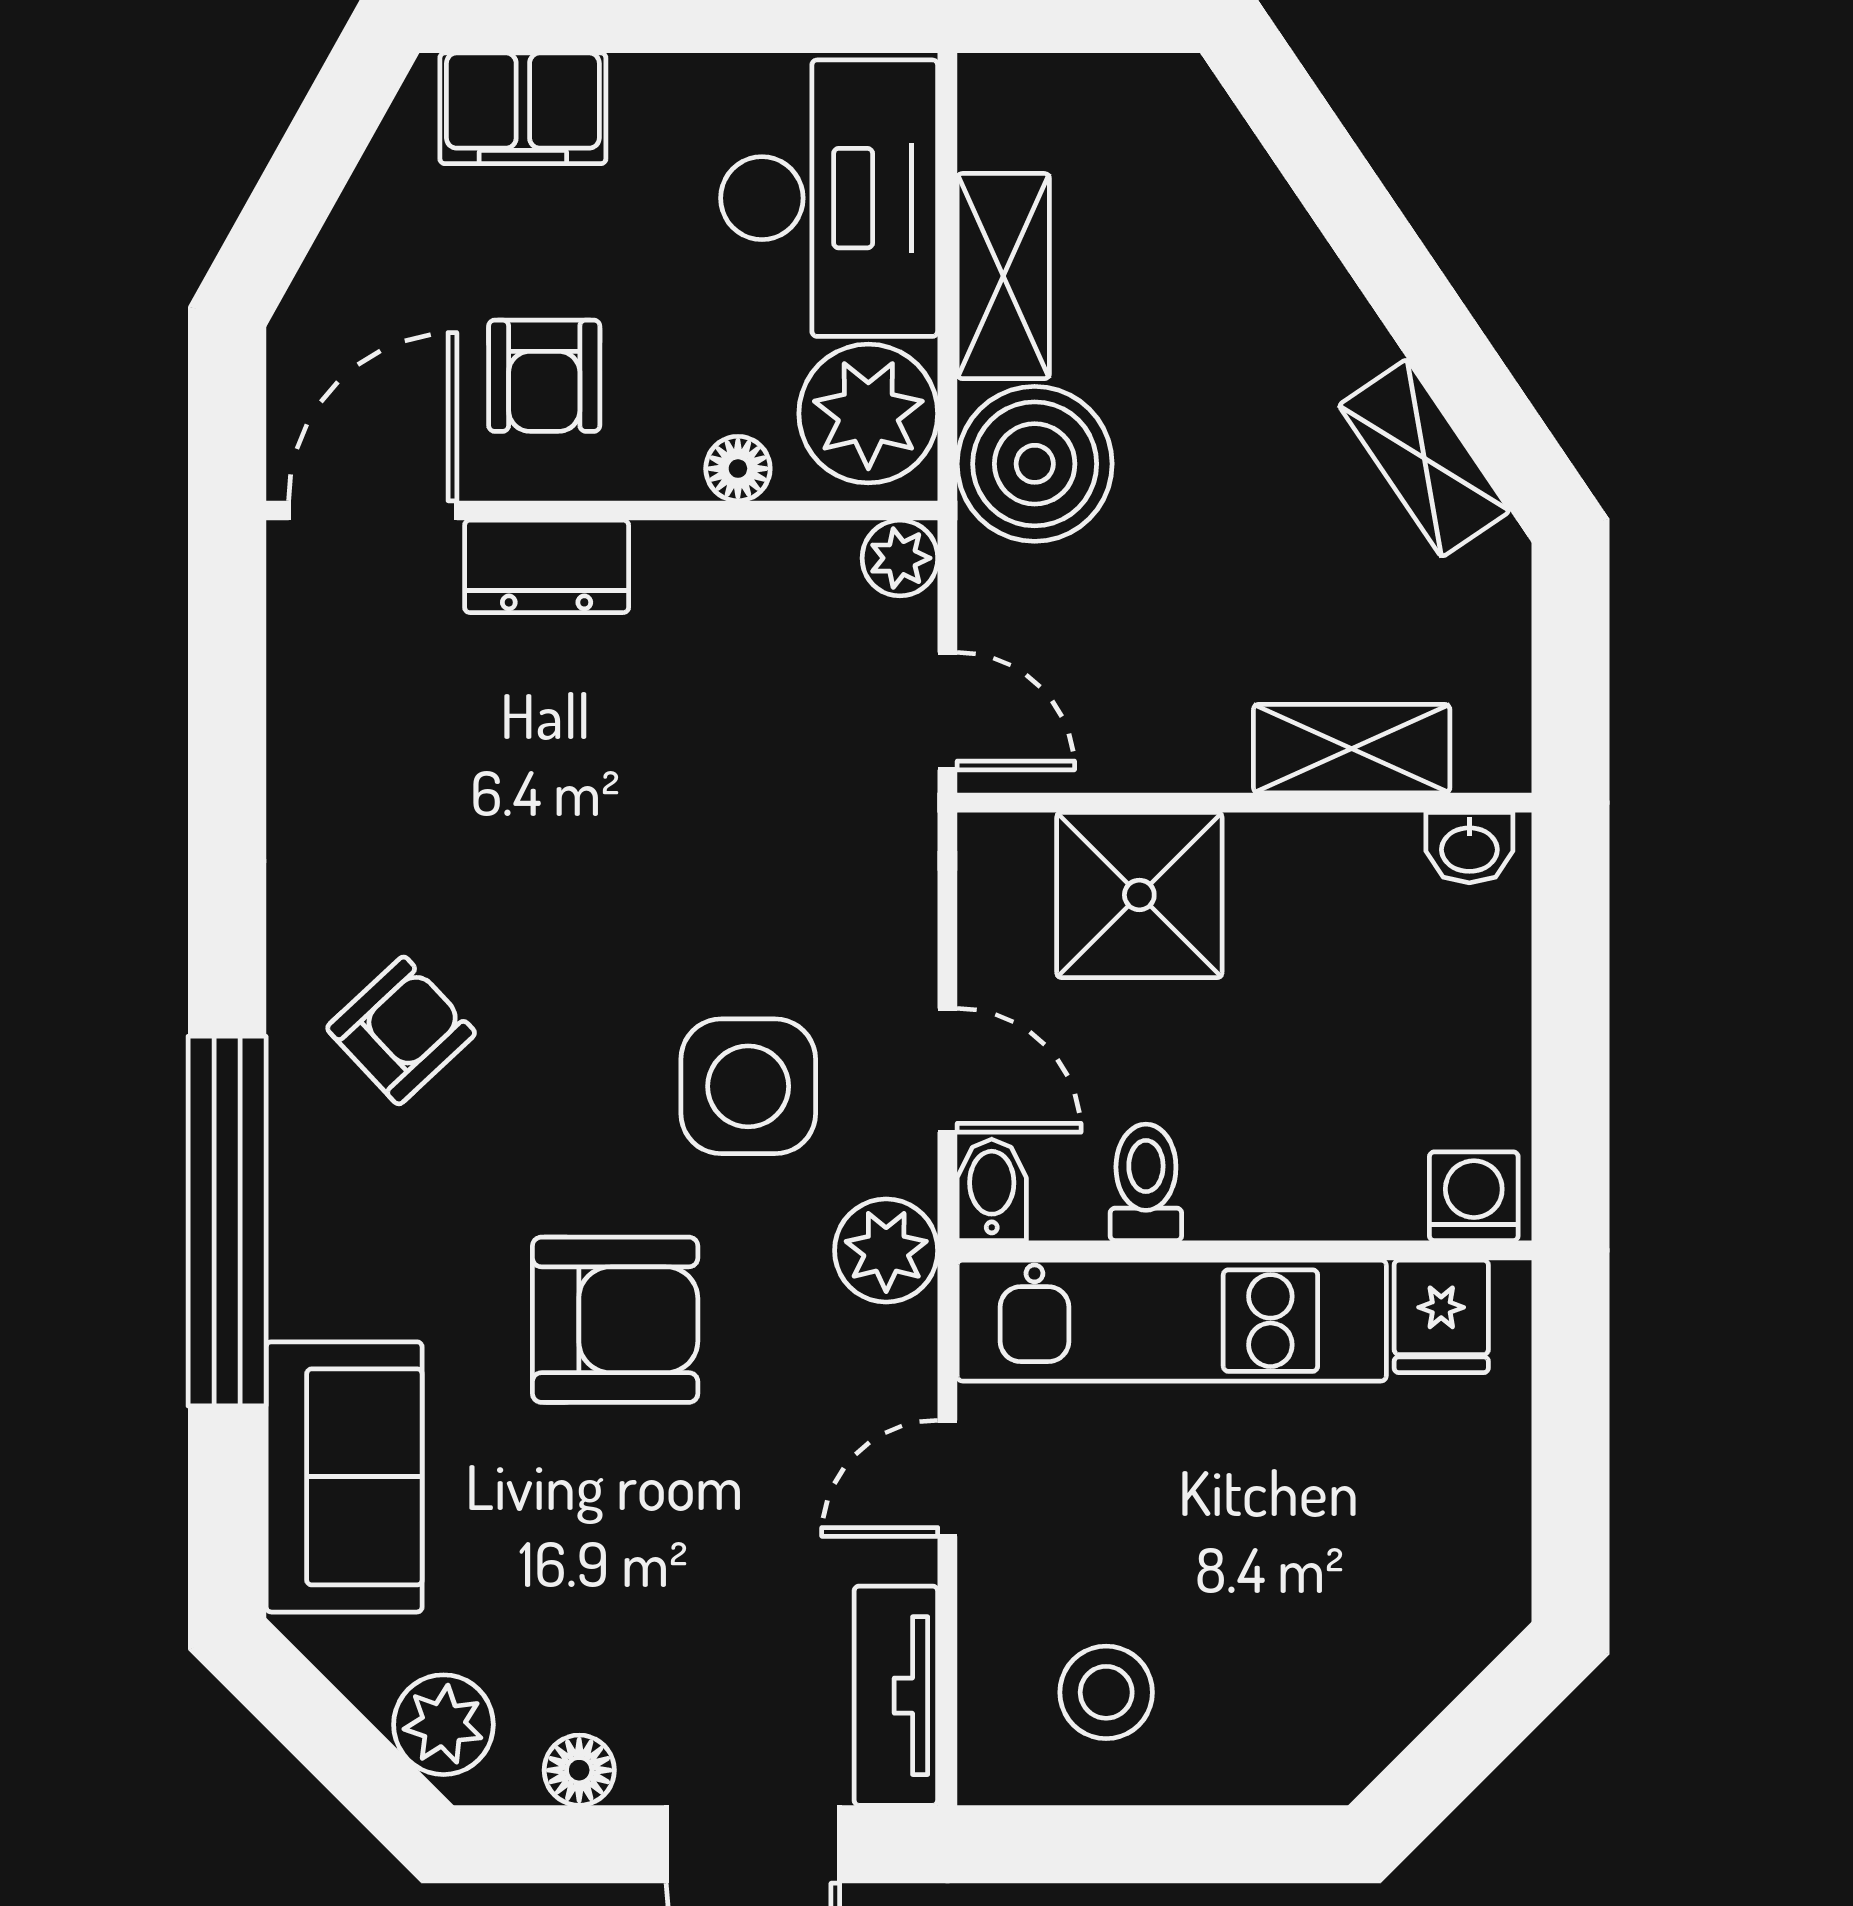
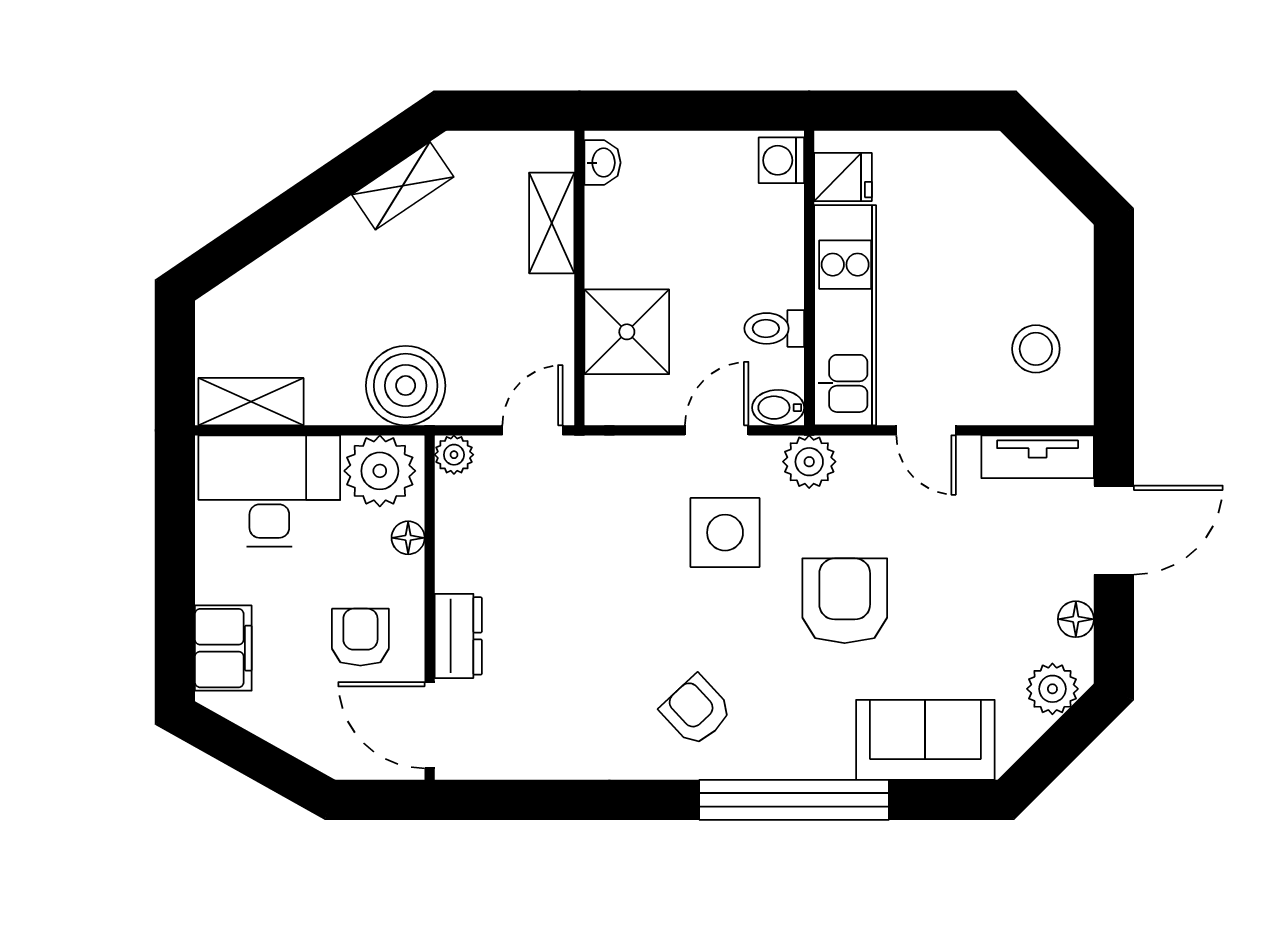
shelving: (1003, 276) -> (251, 402), moved
armchair: (544, 376) -> (360, 637), turned -90

